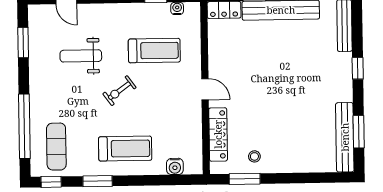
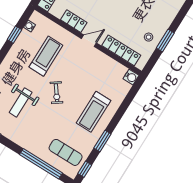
locker: (216, 57) -> (74, 21), added
treadmill: (125, 149) -> (94, 112), turned 180
water cooler: (175, 166) -> (131, 77), moved
window: (245, 179) -> (165, 40), moved

